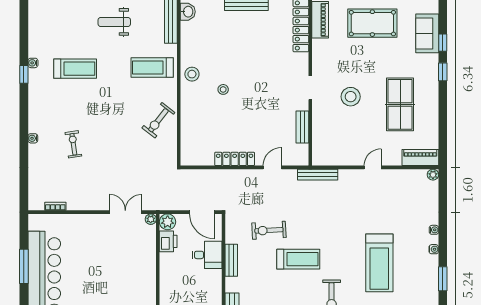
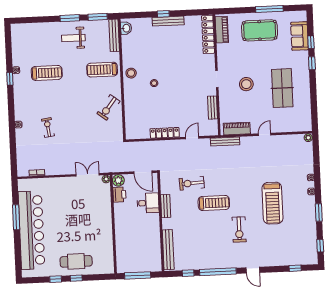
piano: (420, 158) -> (237, 129), moved

